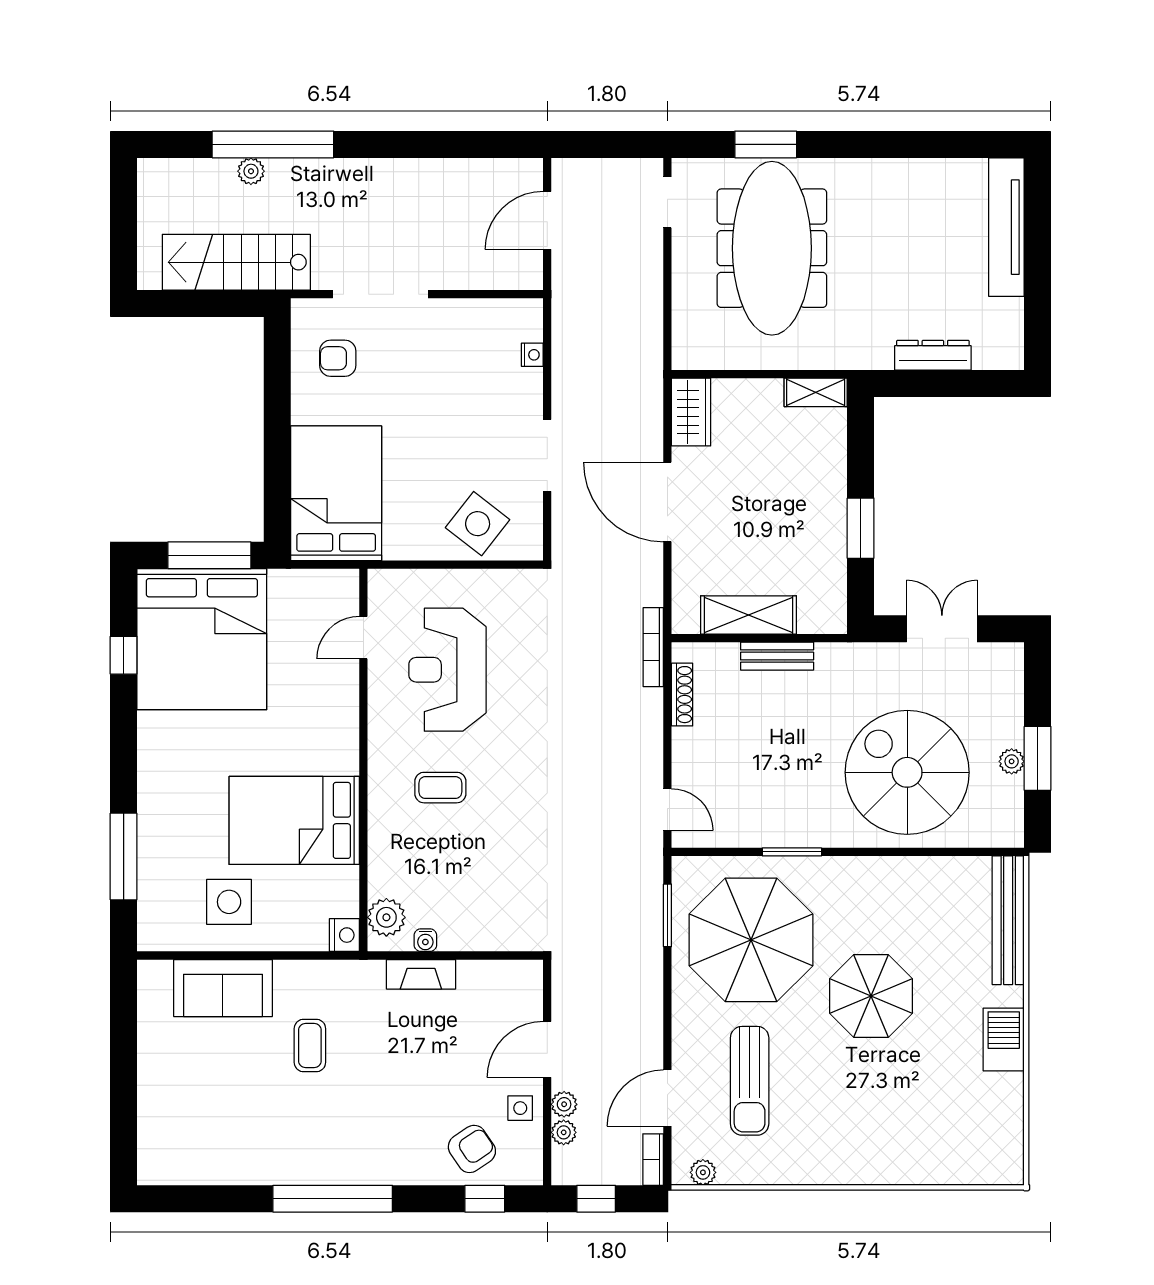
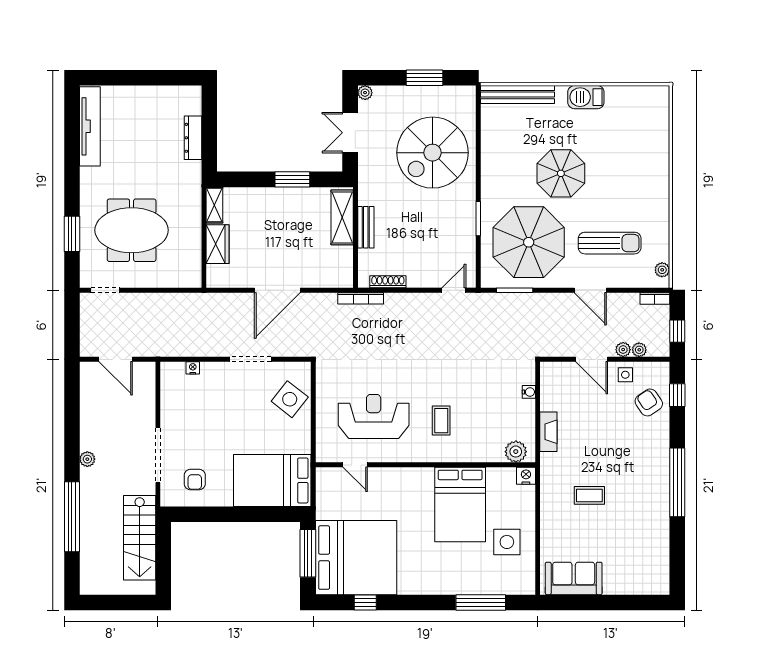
plant: (251, 171) -> (87, 459), moved
tv unit: (1006, 227) -> (90, 126), moved, turned -90
meeting table: (772, 248) -> (132, 230), width x0.73
wardrobe: (691, 412) -> (218, 244), moved, turned 90
shelving: (748, 615) -> (342, 217), moved
reception desk: (448, 670) -> (374, 416), turned 180
plant: (1012, 761) -> (365, 93), moved
water cooler: (425, 940) -> (529, 392), moved
sofa: (223, 988) -> (574, 578), moved, turned -90
door: (667, 1098) -> (590, 290), moved

